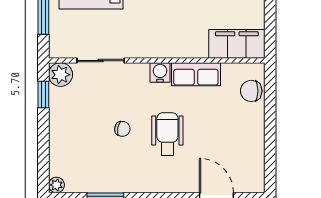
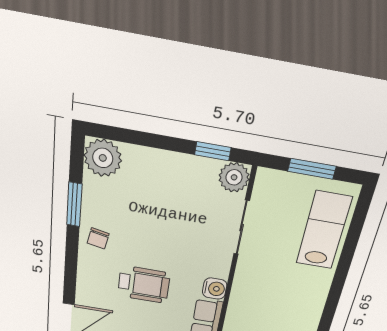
chair: (122, 129) -> (98, 238), moved
plant: (56, 185) -> (103, 158), width x1.88, depth x1.88

